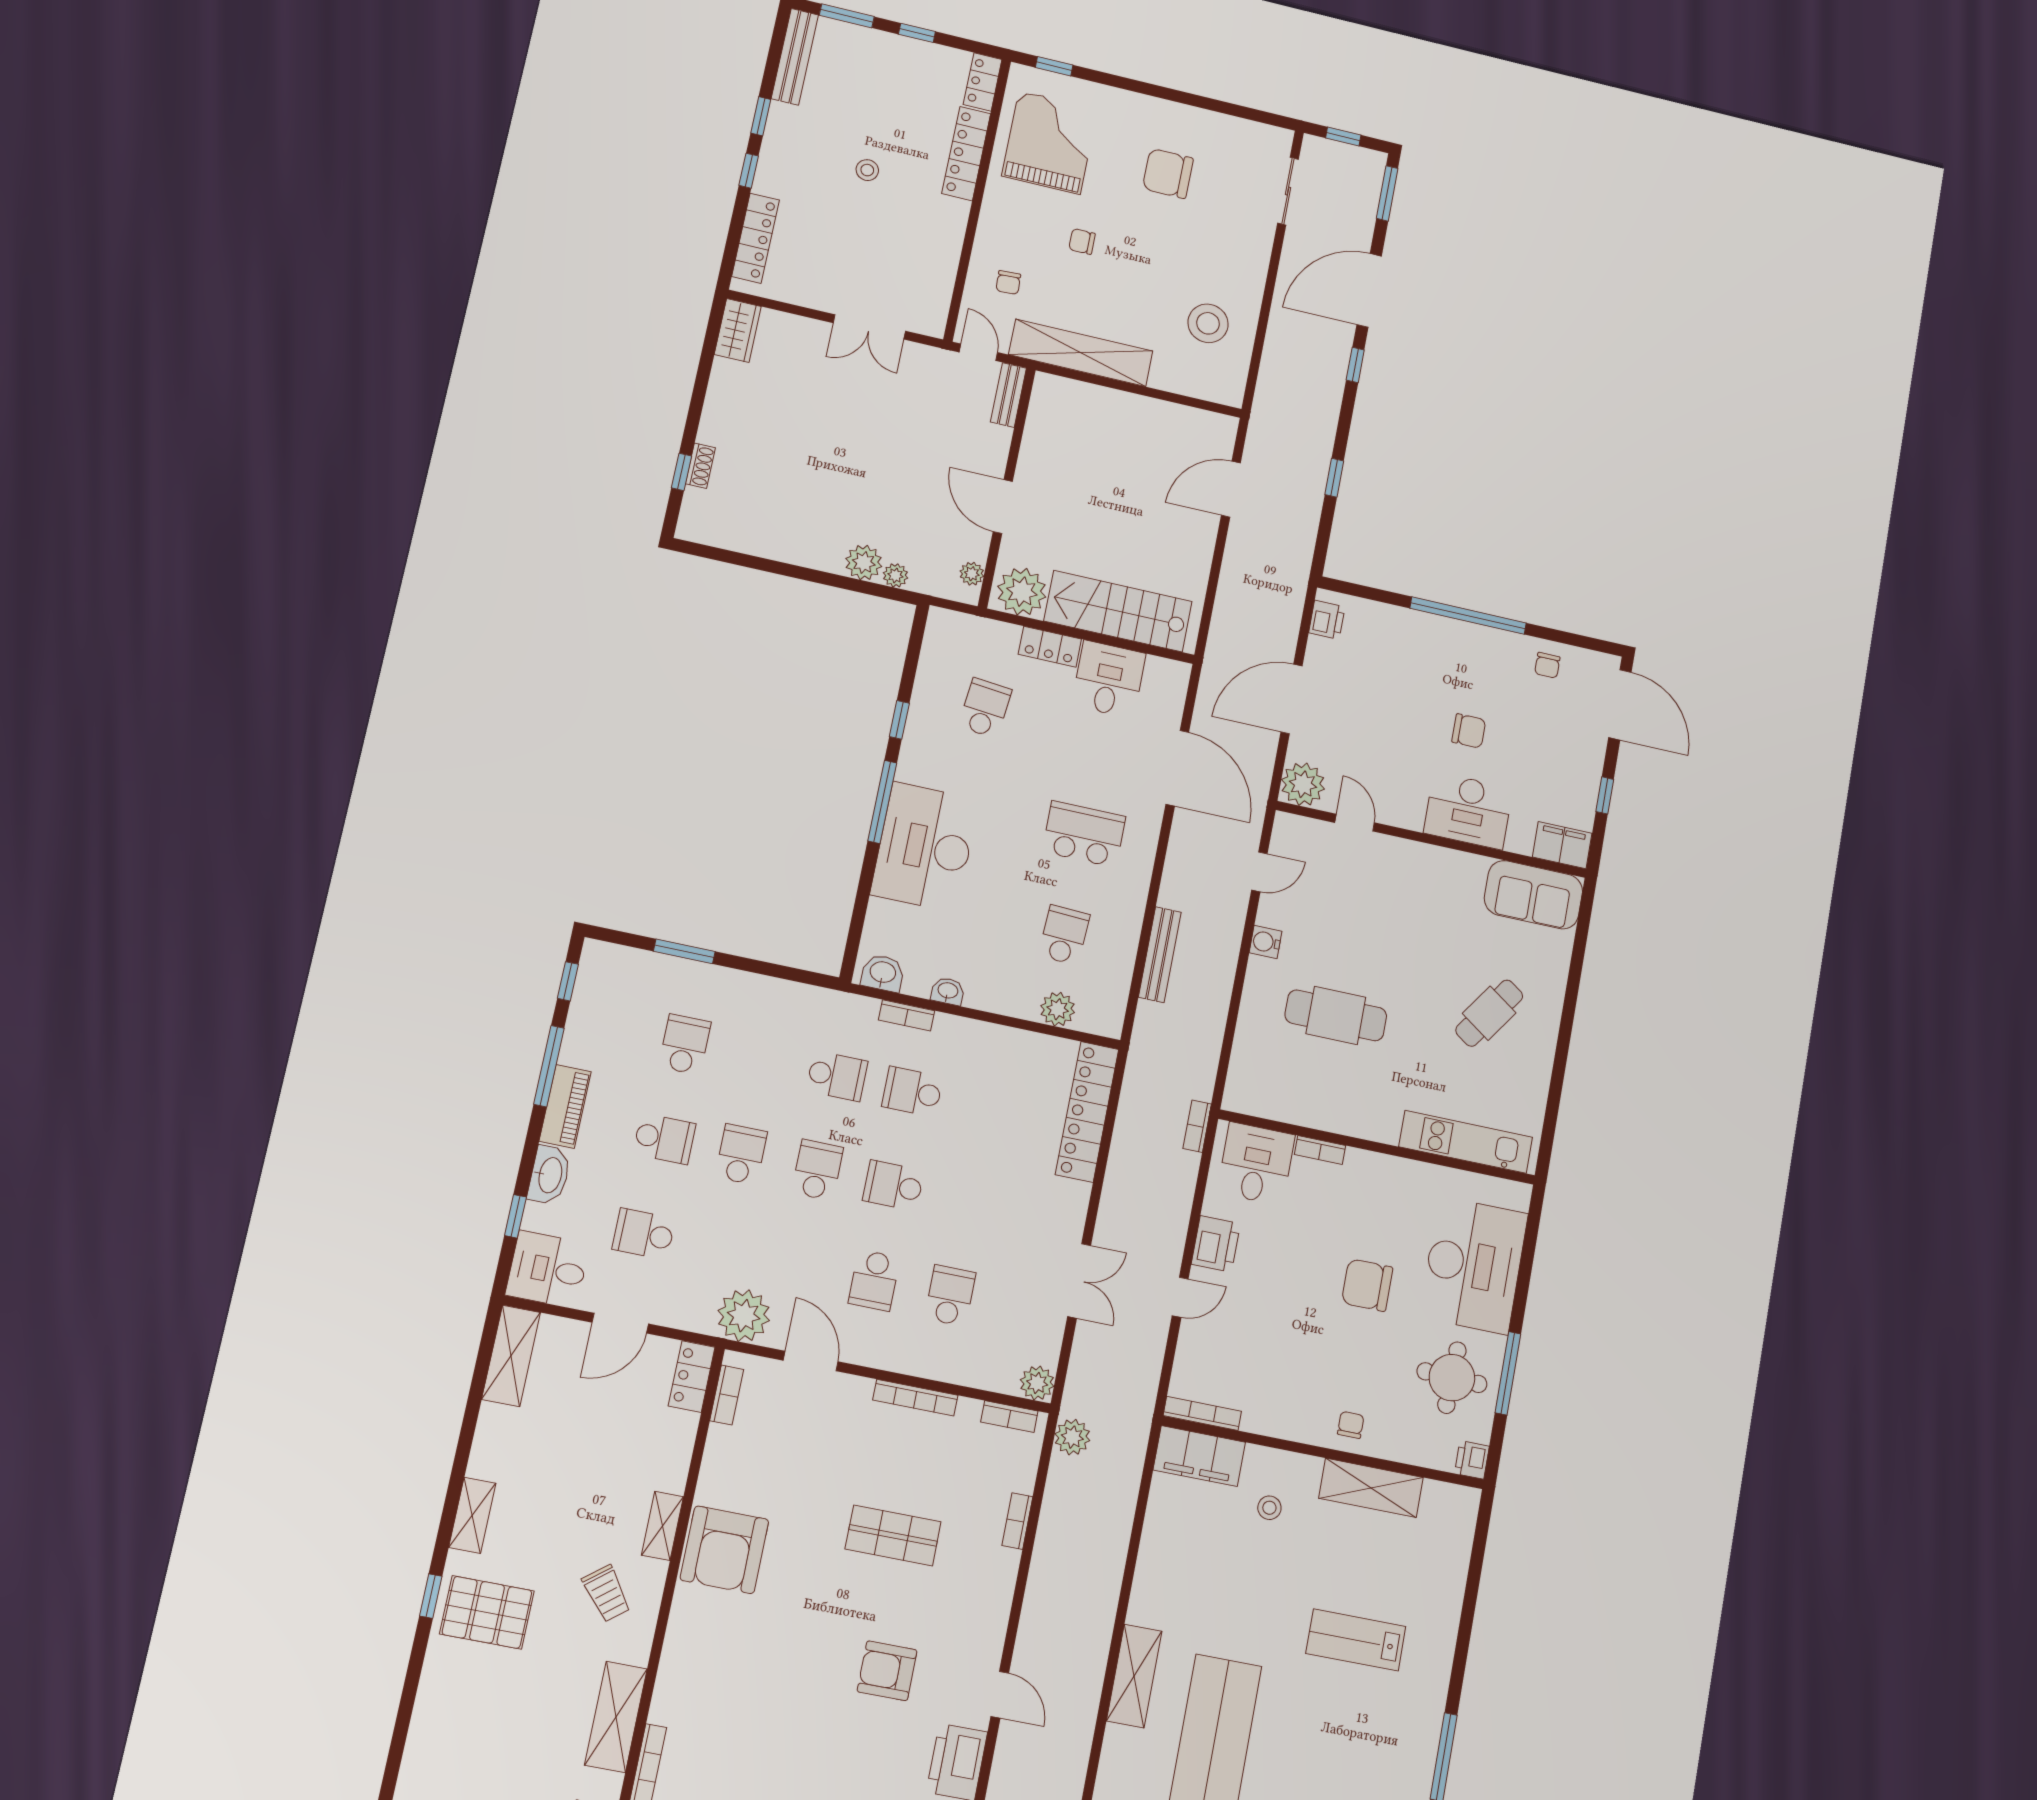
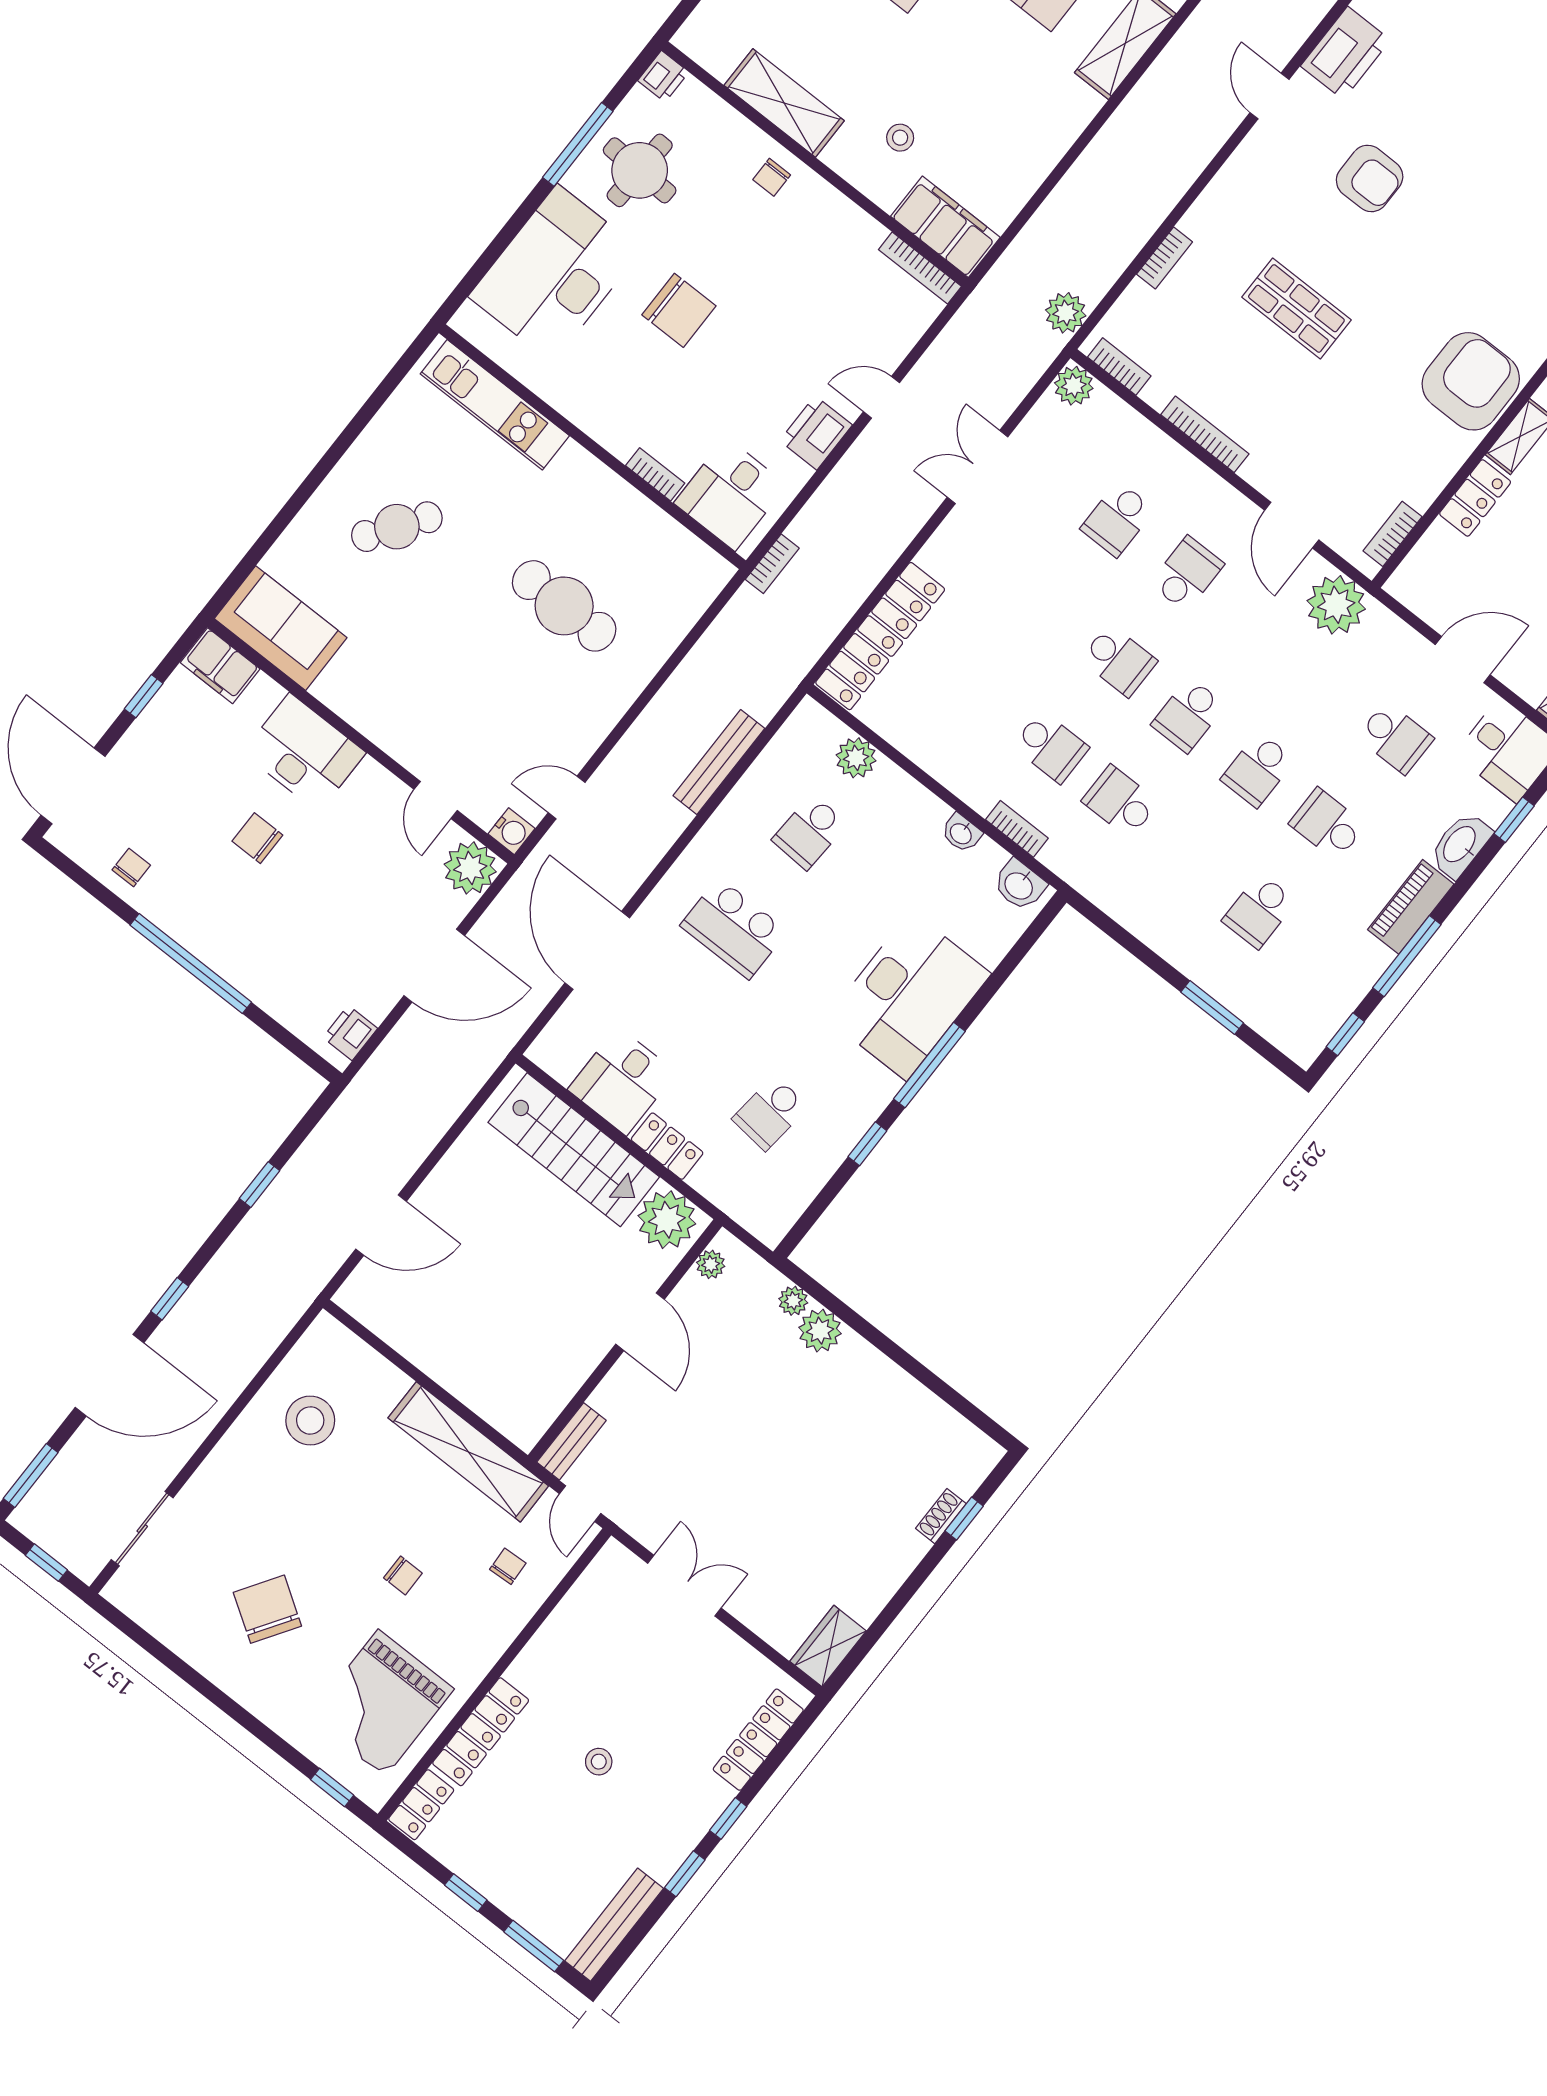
chair: (1168, 173) -> (267, 1609), turned -147
water cooler: (1266, 942) -> (512, 831), moved
locker: (692, 1376) -> (1475, 498), moved

